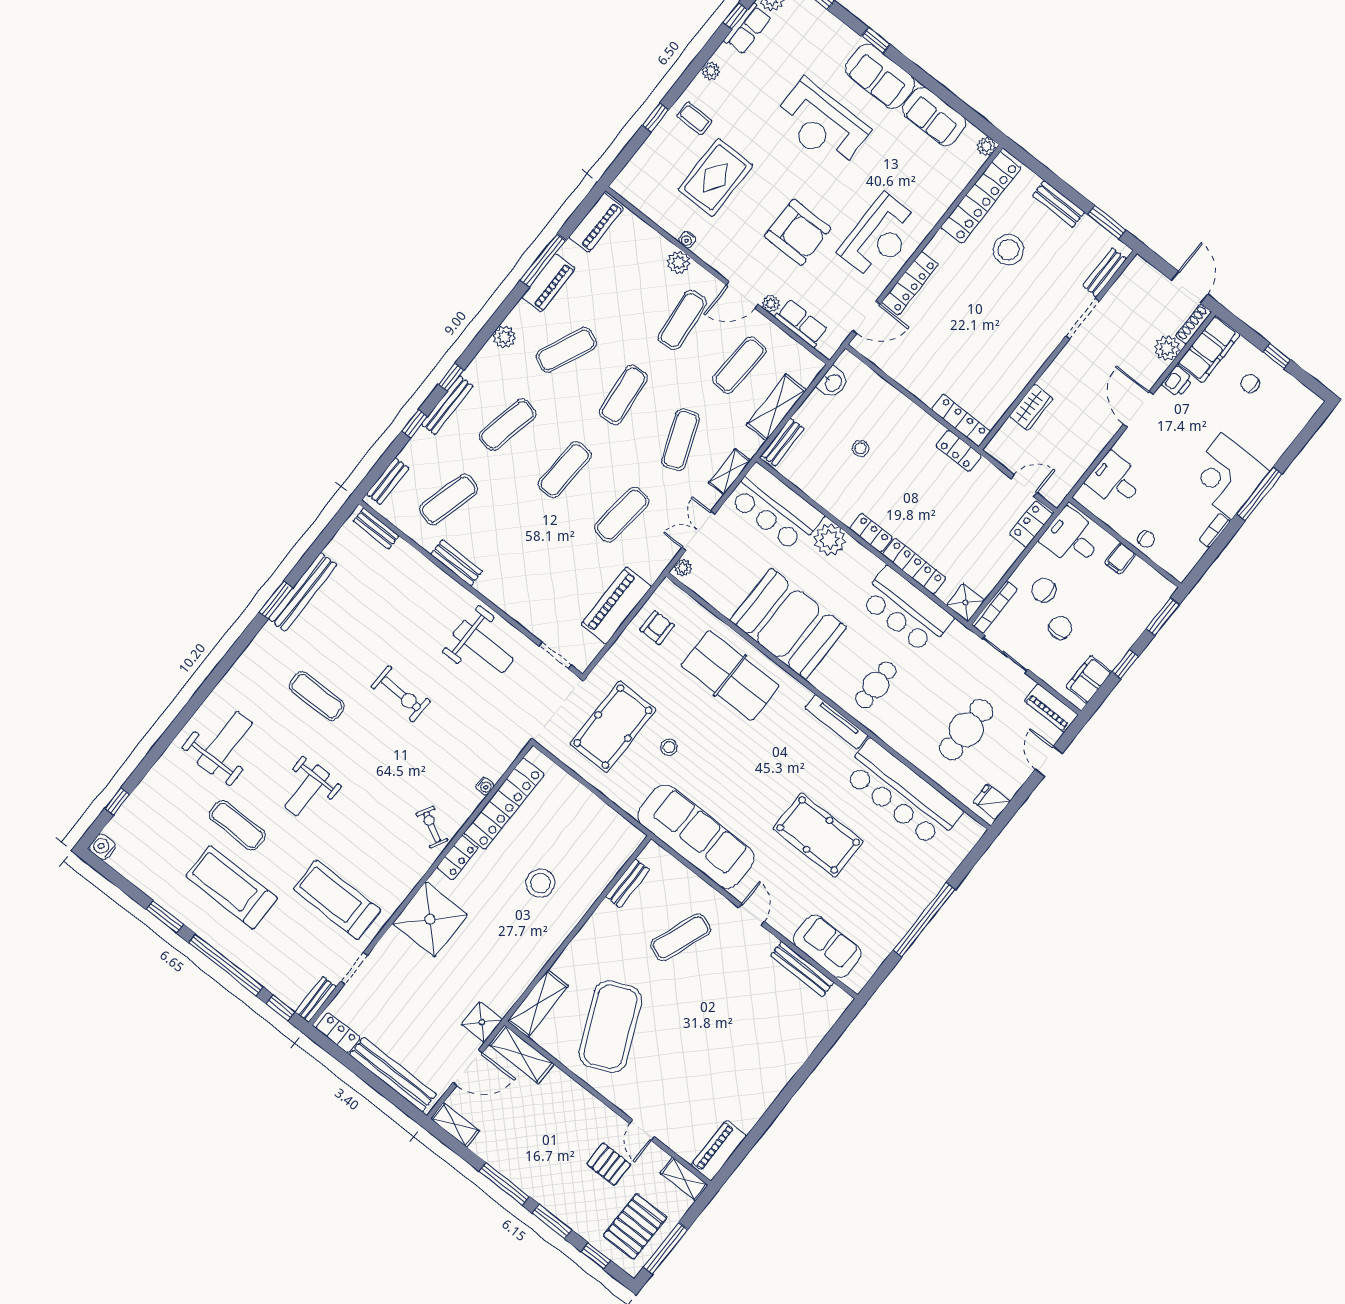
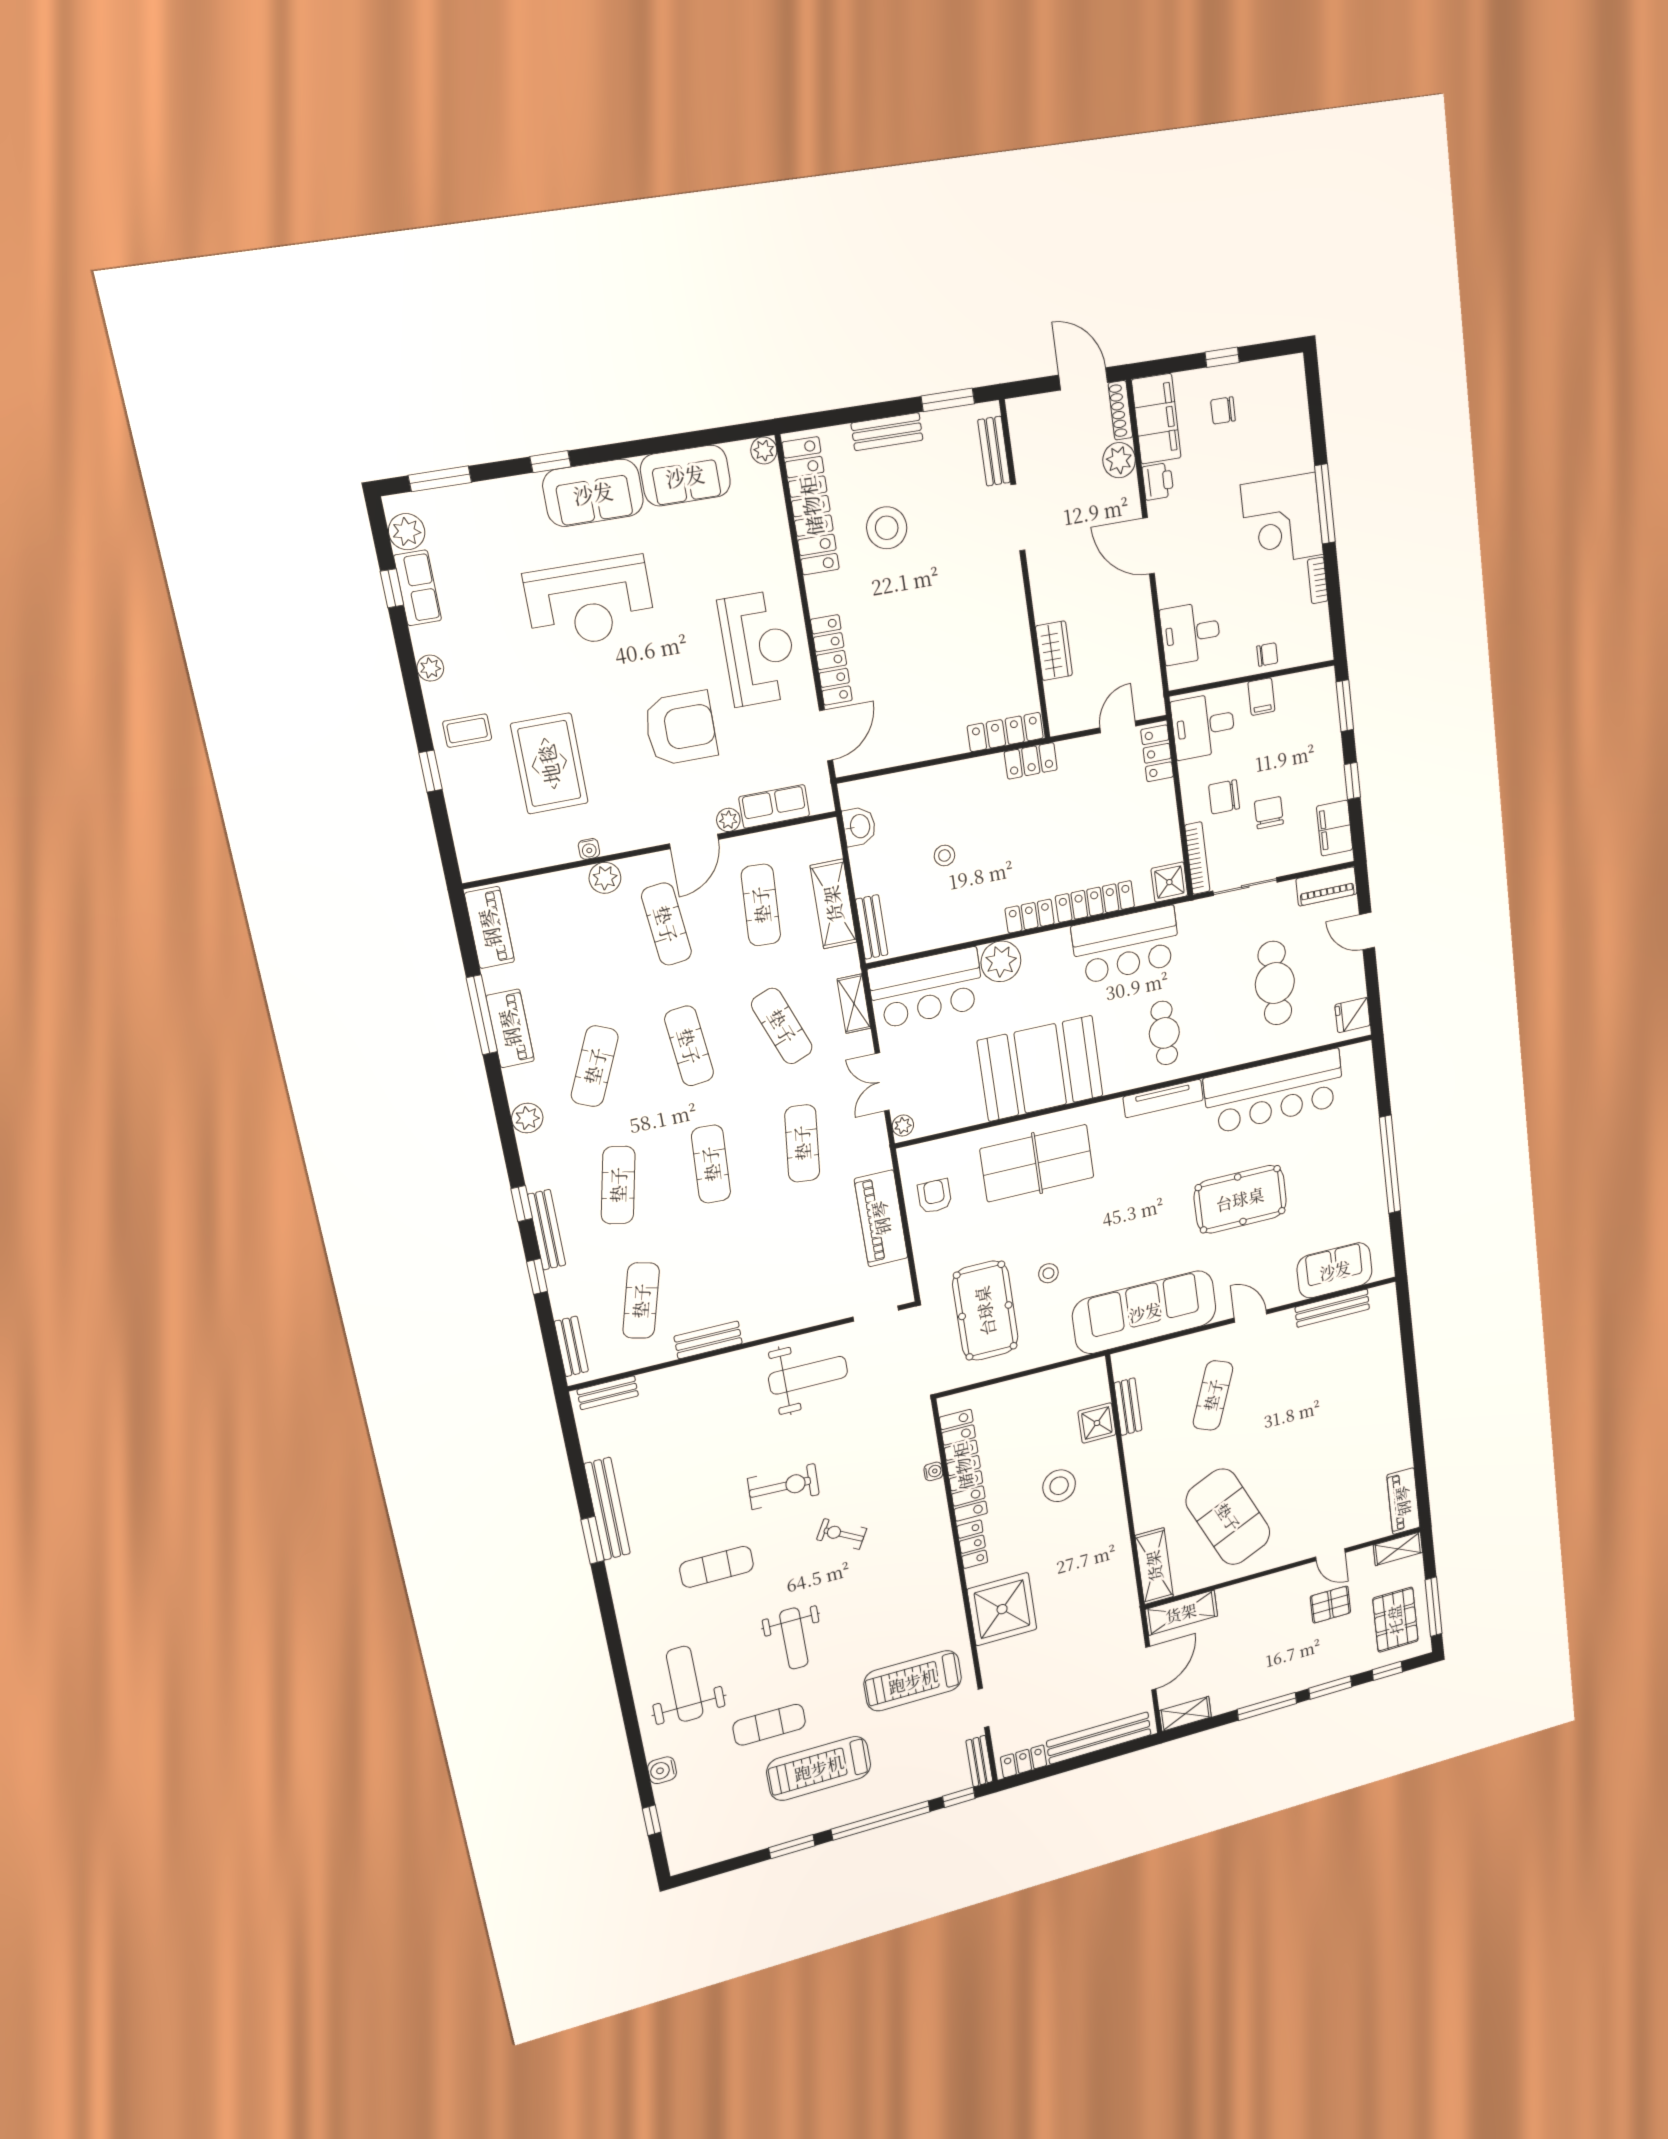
exercise bike: (432, 827) -> (842, 1534), moved
water cooler: (103, 847) -> (662, 1770), moved
shower: (482, 1022) -> (1097, 1423), moved

